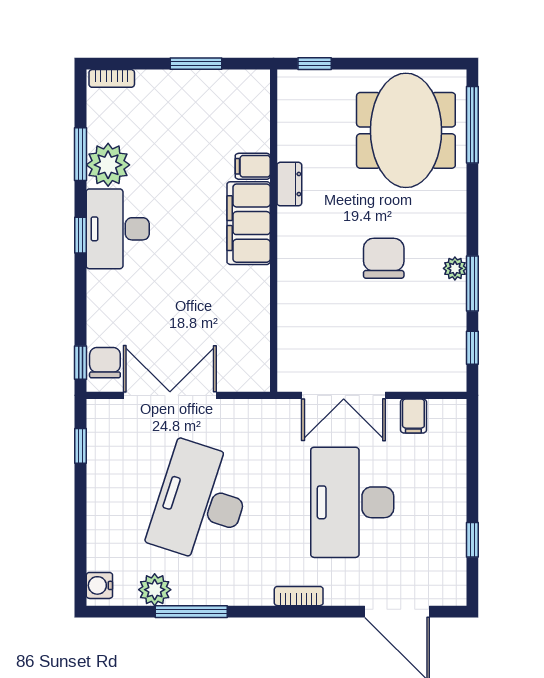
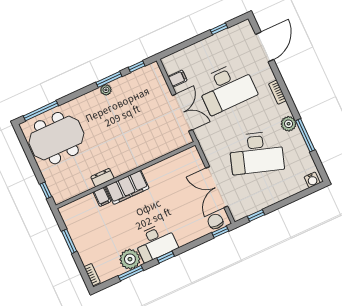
chair: (384, 258) -> (116, 122), removed
chair: (105, 363) -> (215, 221), turned 90
plant: (155, 590) -> (289, 124), moved

